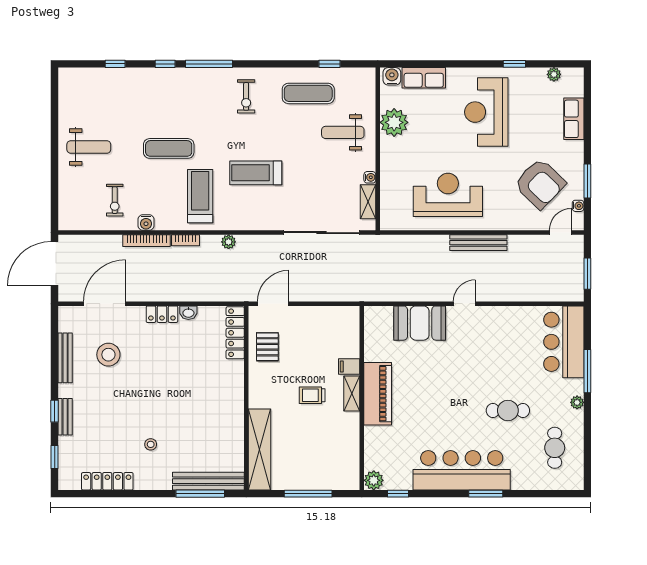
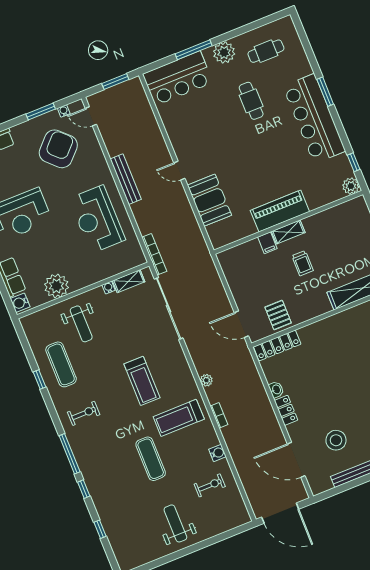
window: (330, 64) -> (40, 380), moved
bookcase: (147, 241) -> (154, 254), moved
pallet: (267, 347) -> (278, 315), turned 90
plant: (577, 402) -> (224, 53), width x1.87, depth x1.87

